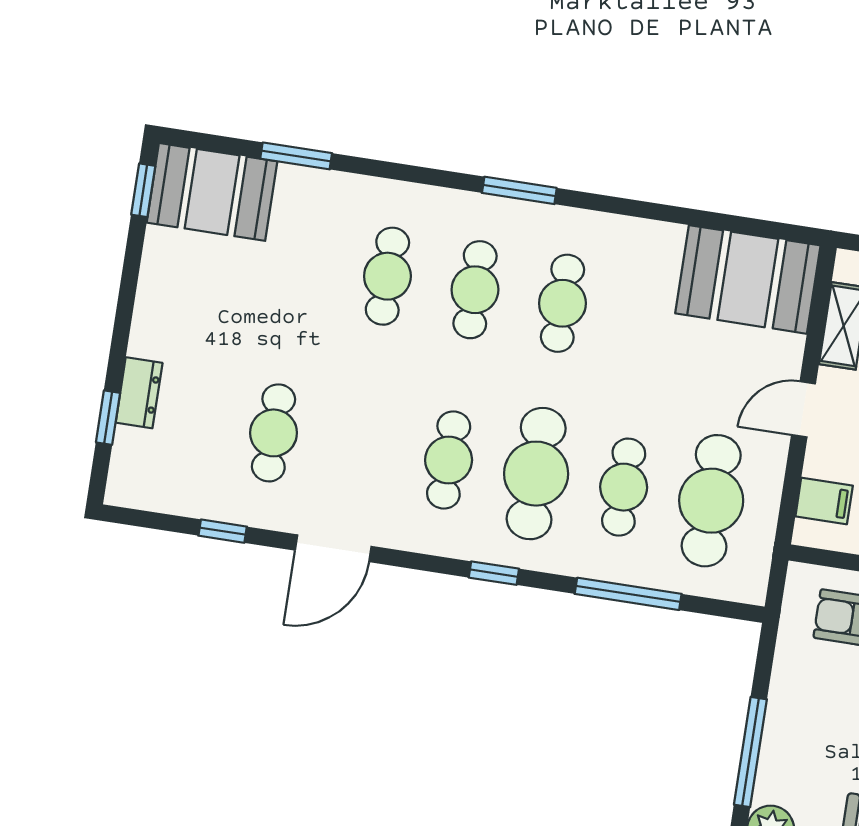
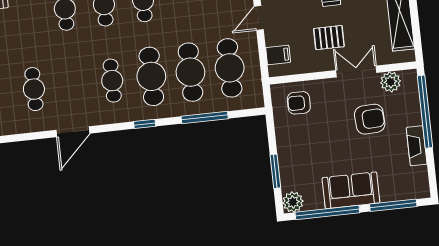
cafe table: (624, 487) -> (190, 72), width x1.37, depth x1.35
window: (223, 531) -> (23, 137), removed
window: (750, 752) -> (275, 171), width x0.69

